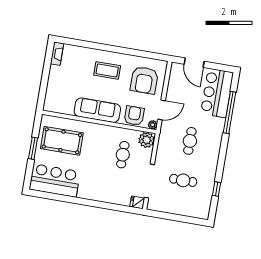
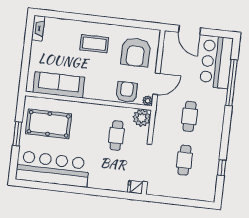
sofa: (97, 110) -> (59, 85), moved
bar counter: (55, 180) -> (53, 169), width x1.36
cafe table: (183, 180) -> (184, 160), turned 90

